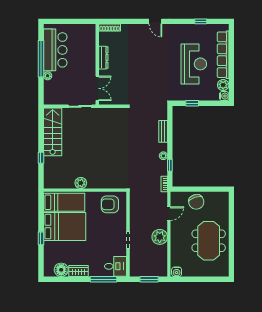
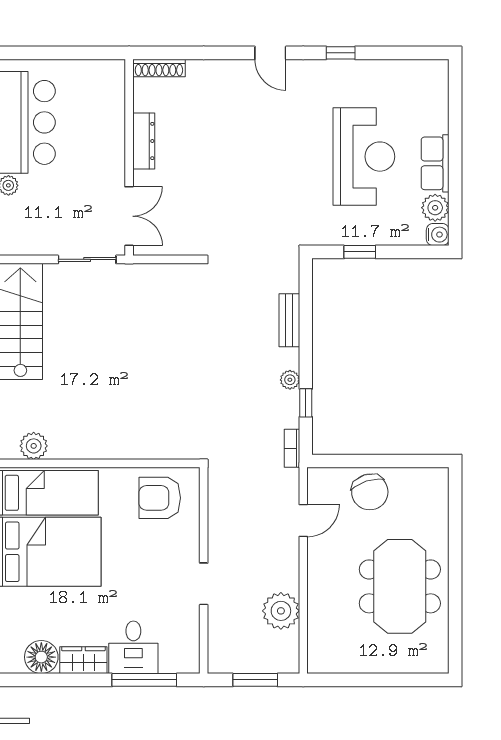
window: (201, 21) -> (341, 53), moved
row of seats: (223, 55) -> (435, 163), width x0.50
plant: (81, 183) -> (34, 446), moved
plant: (160, 237) -> (281, 611), moved
desk: (116, 266) -> (133, 647), moved, turned 90
water cooler: (177, 272) -> (322, 662), removed

